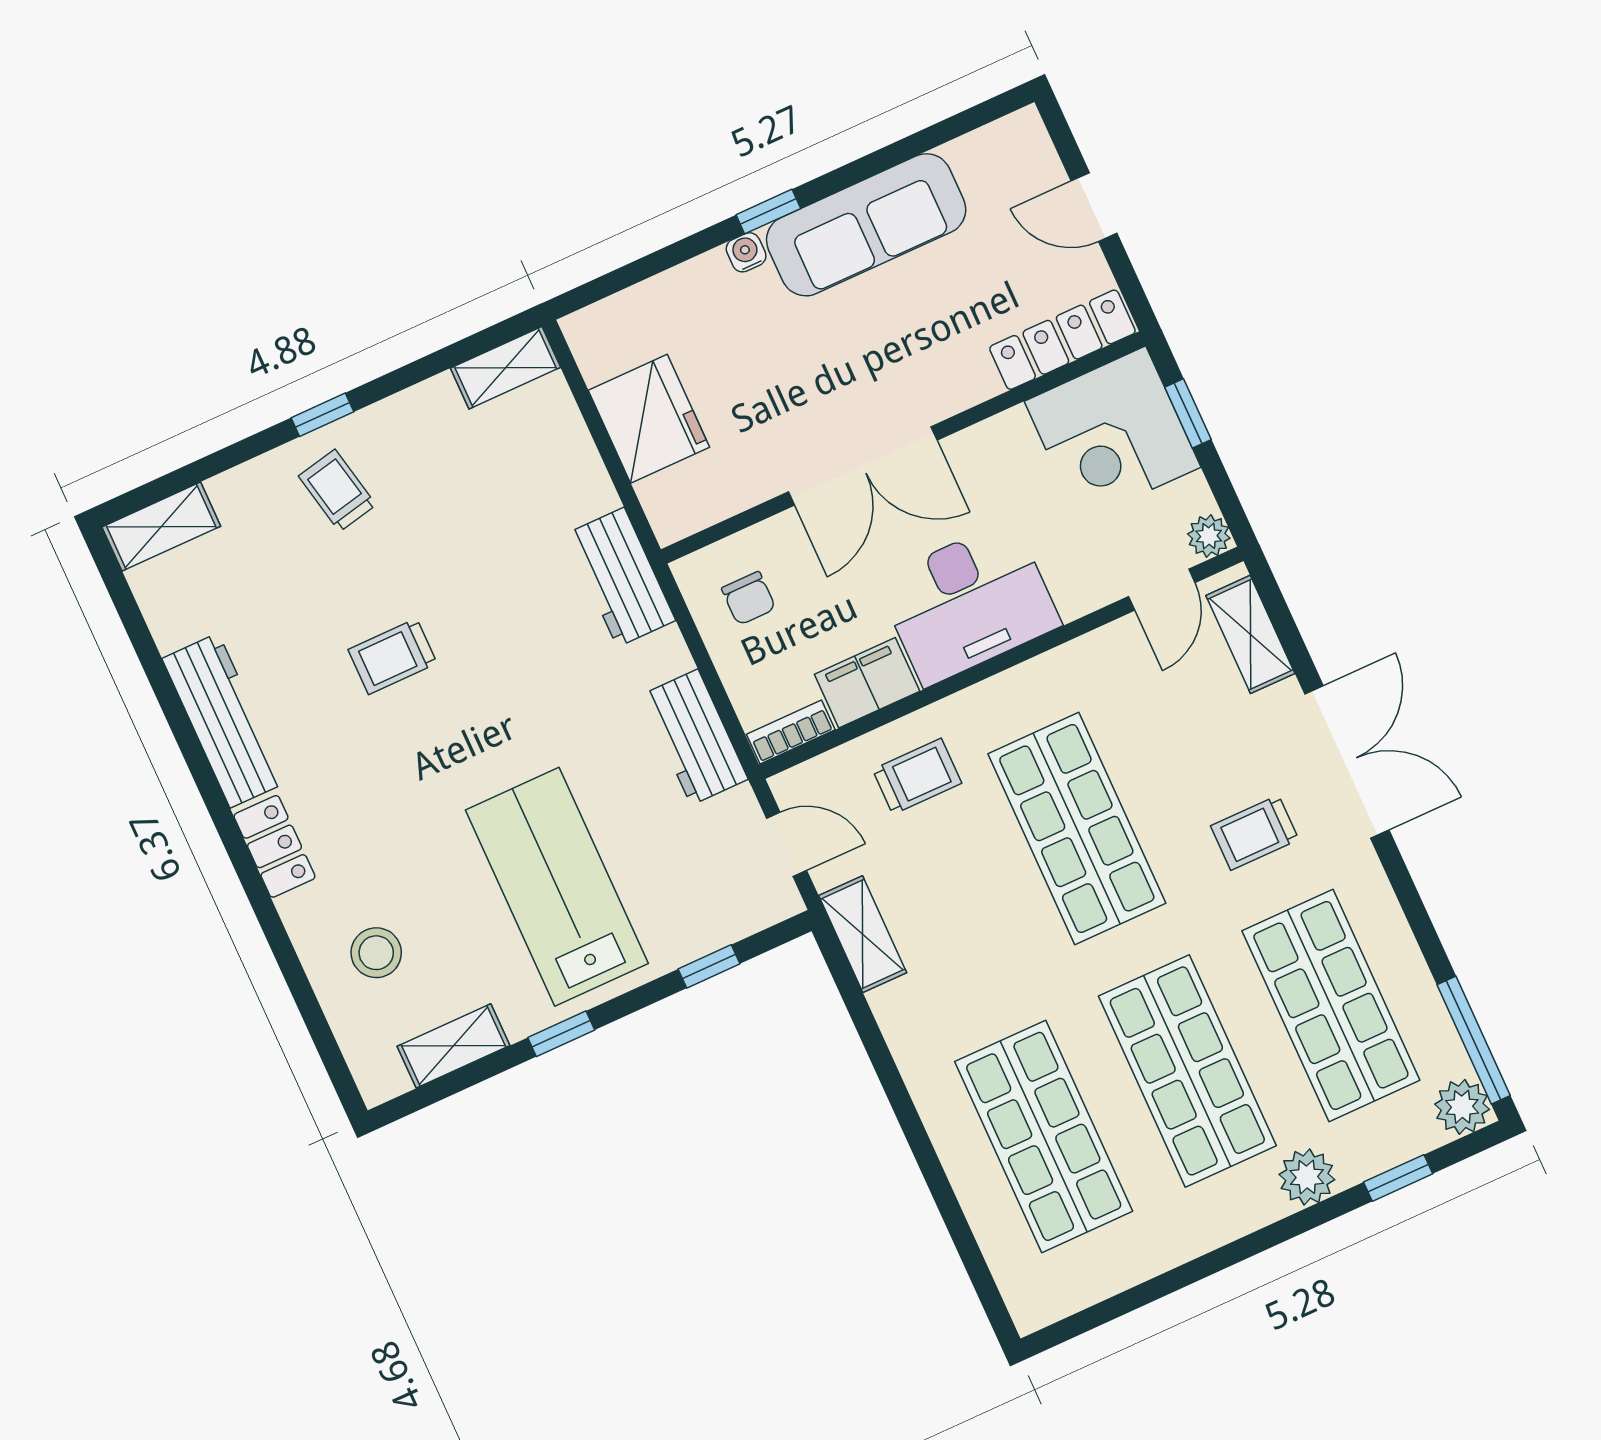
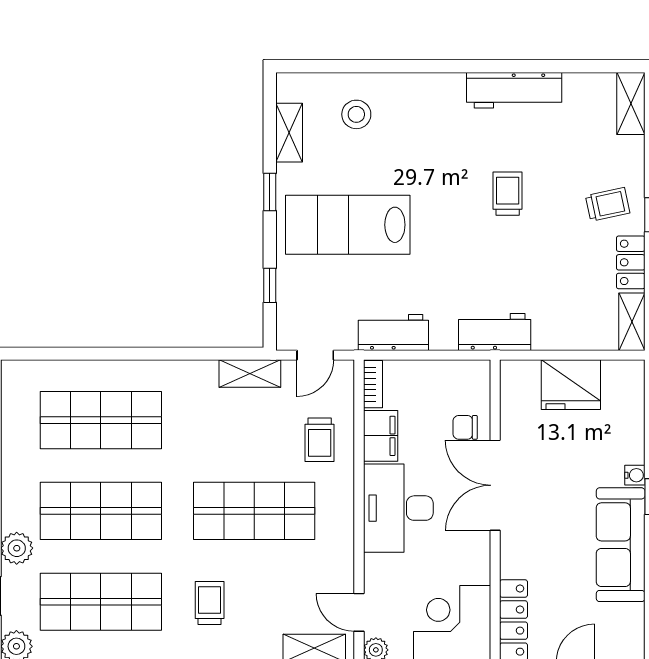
chair: (749, 598) -> (465, 427), moved
locker: (274, 846) -> (631, 262), moved, turned 90
lab bench: (557, 887) -> (348, 225), turned 180

